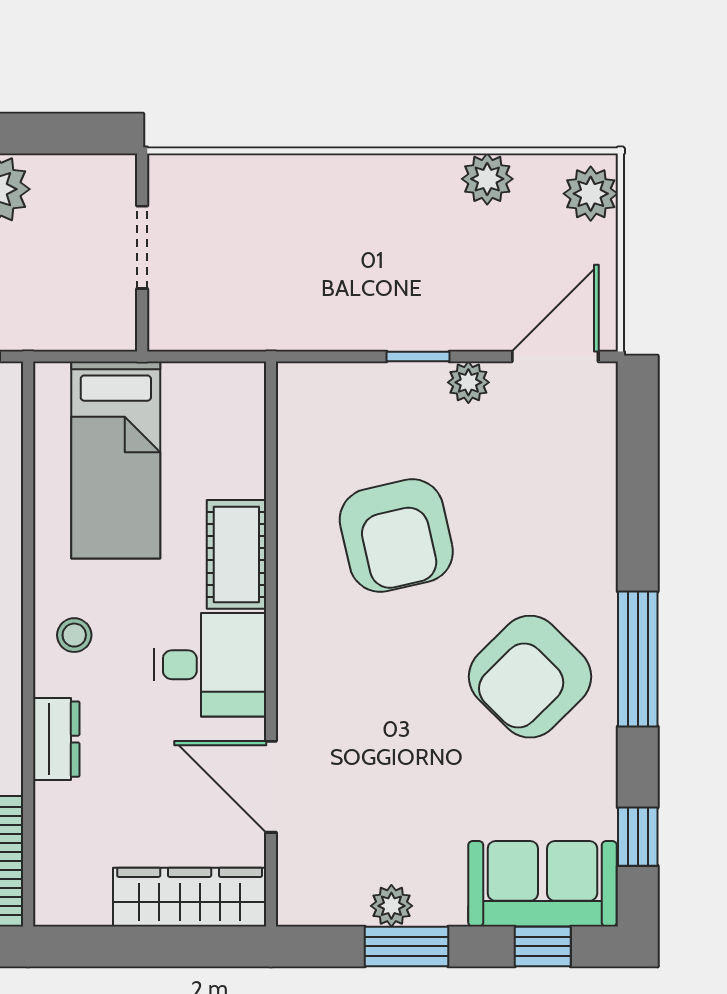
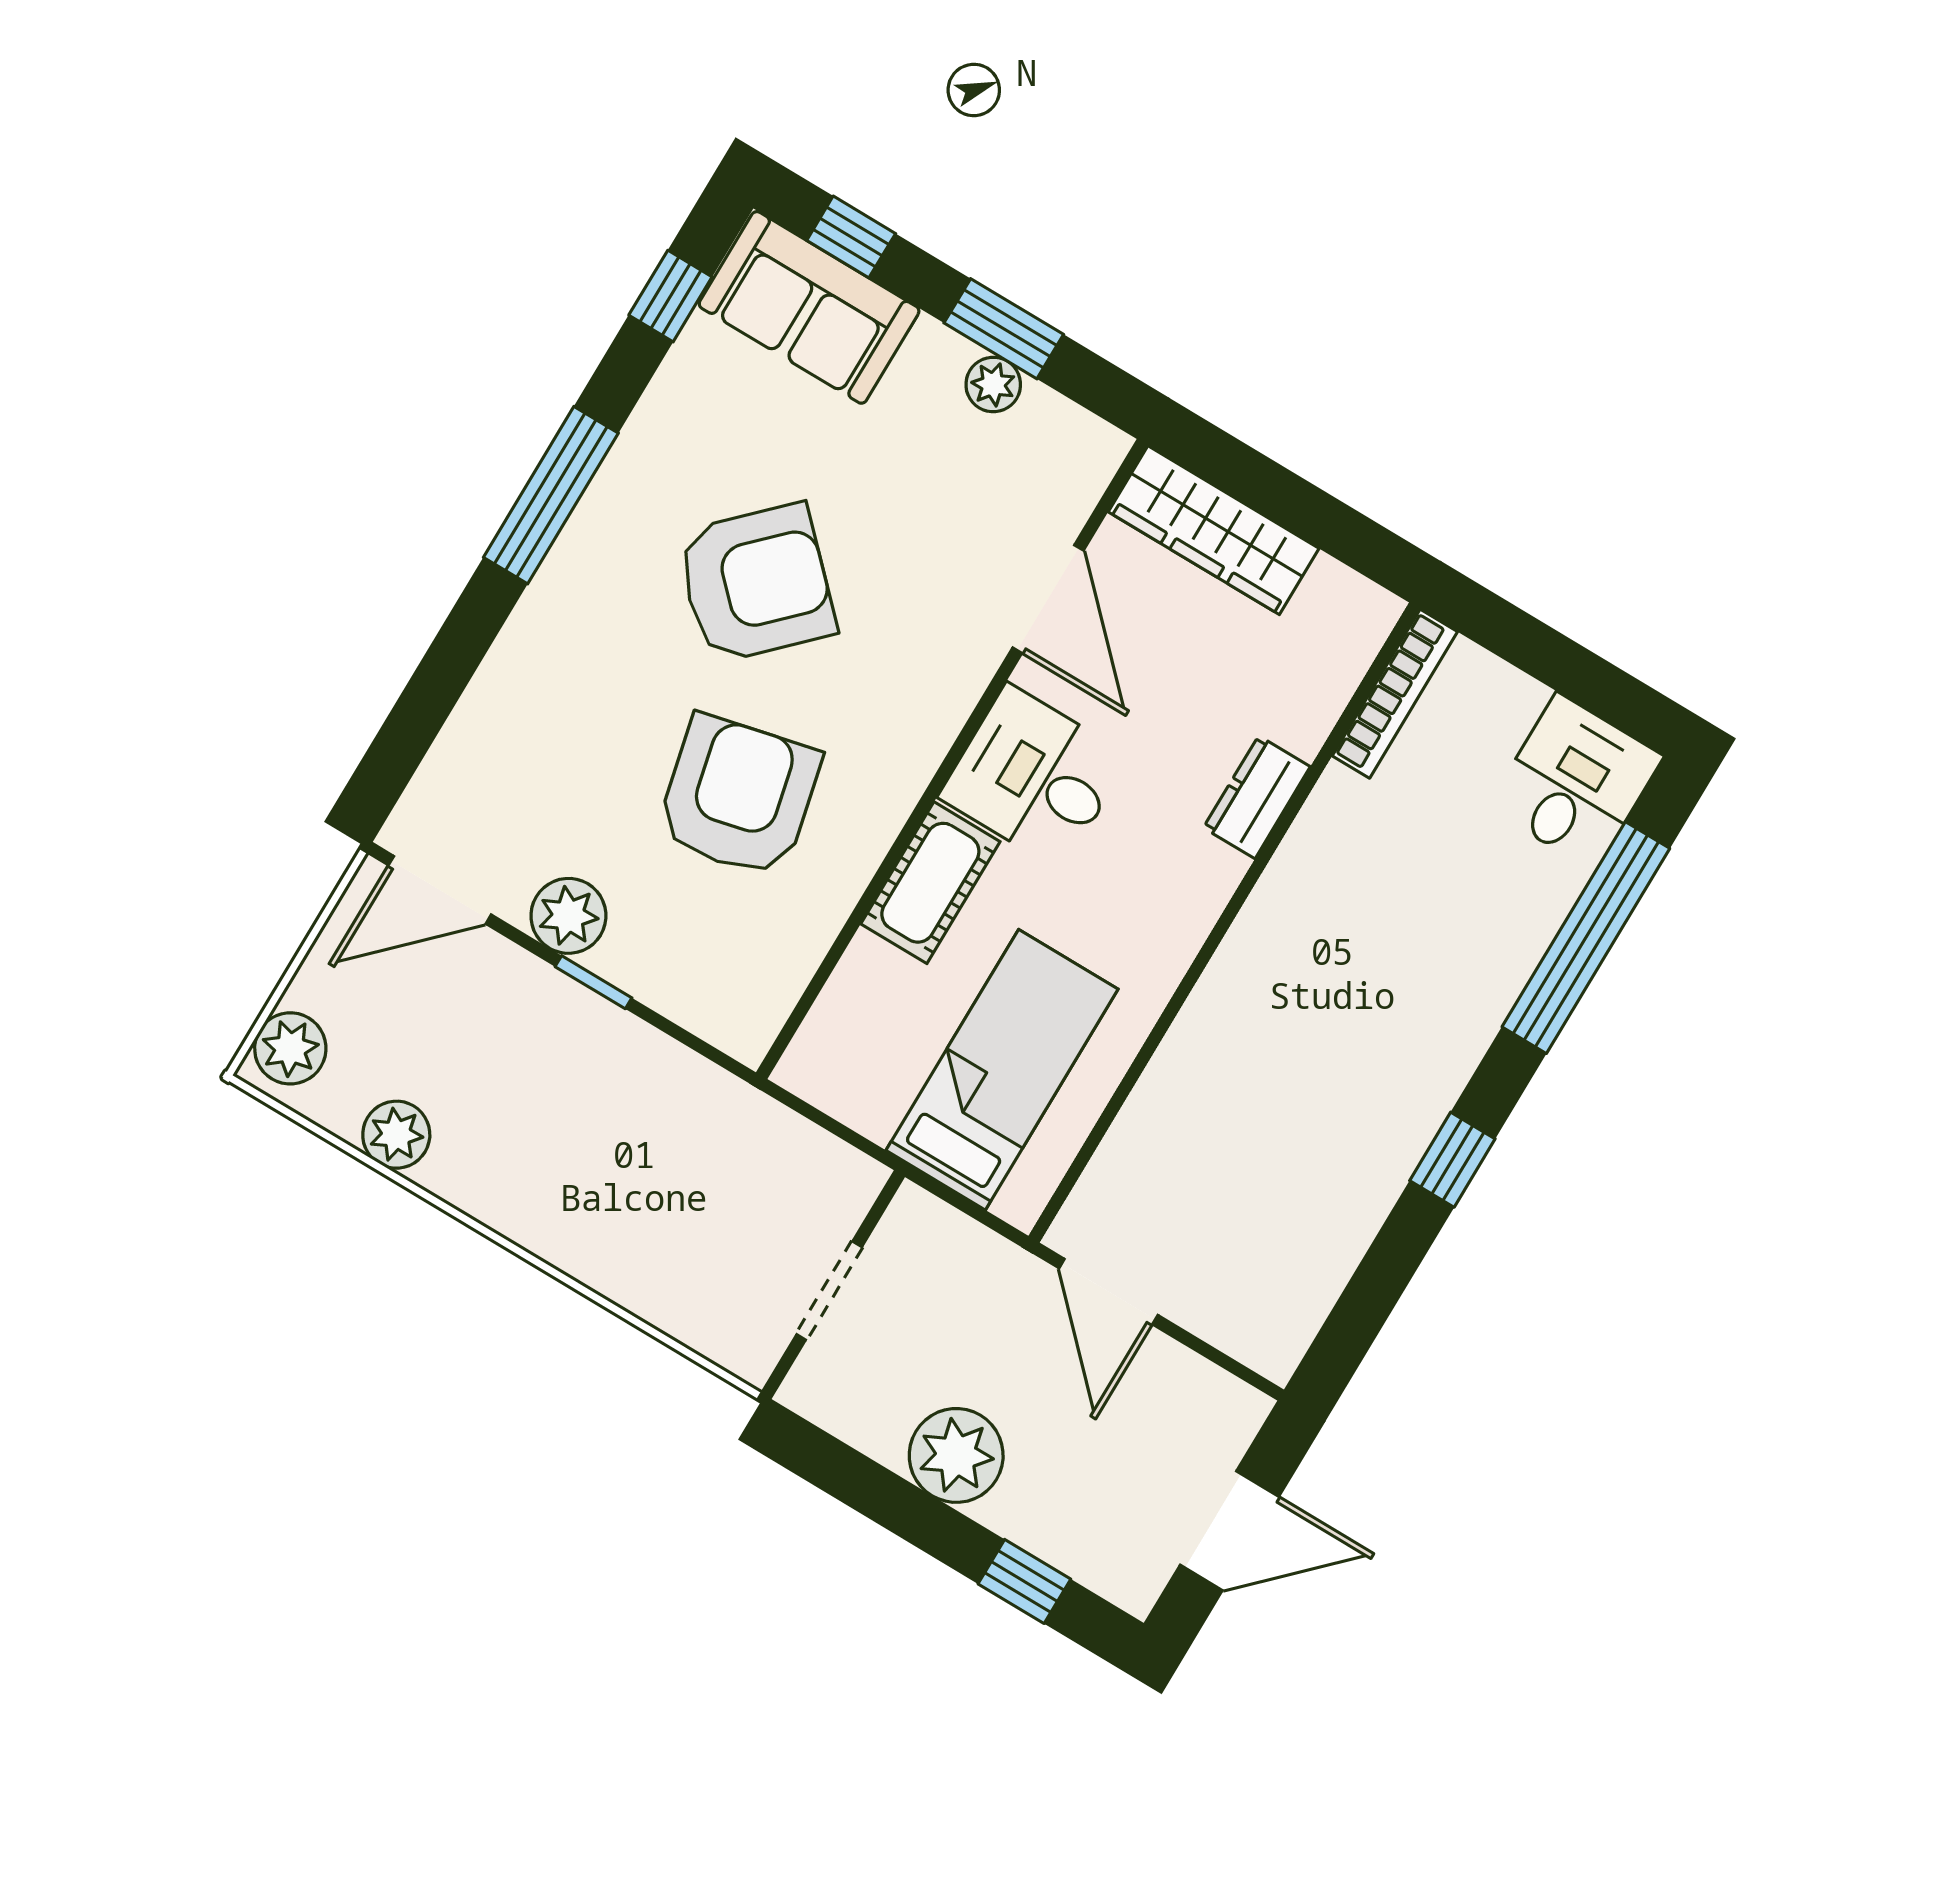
plant: (468, 382) -> (568, 916), width x1.38, depth x1.38
stool: (74, 635) -> (1166, 902), removed
armchair: (530, 677) -> (756, 583), moved

